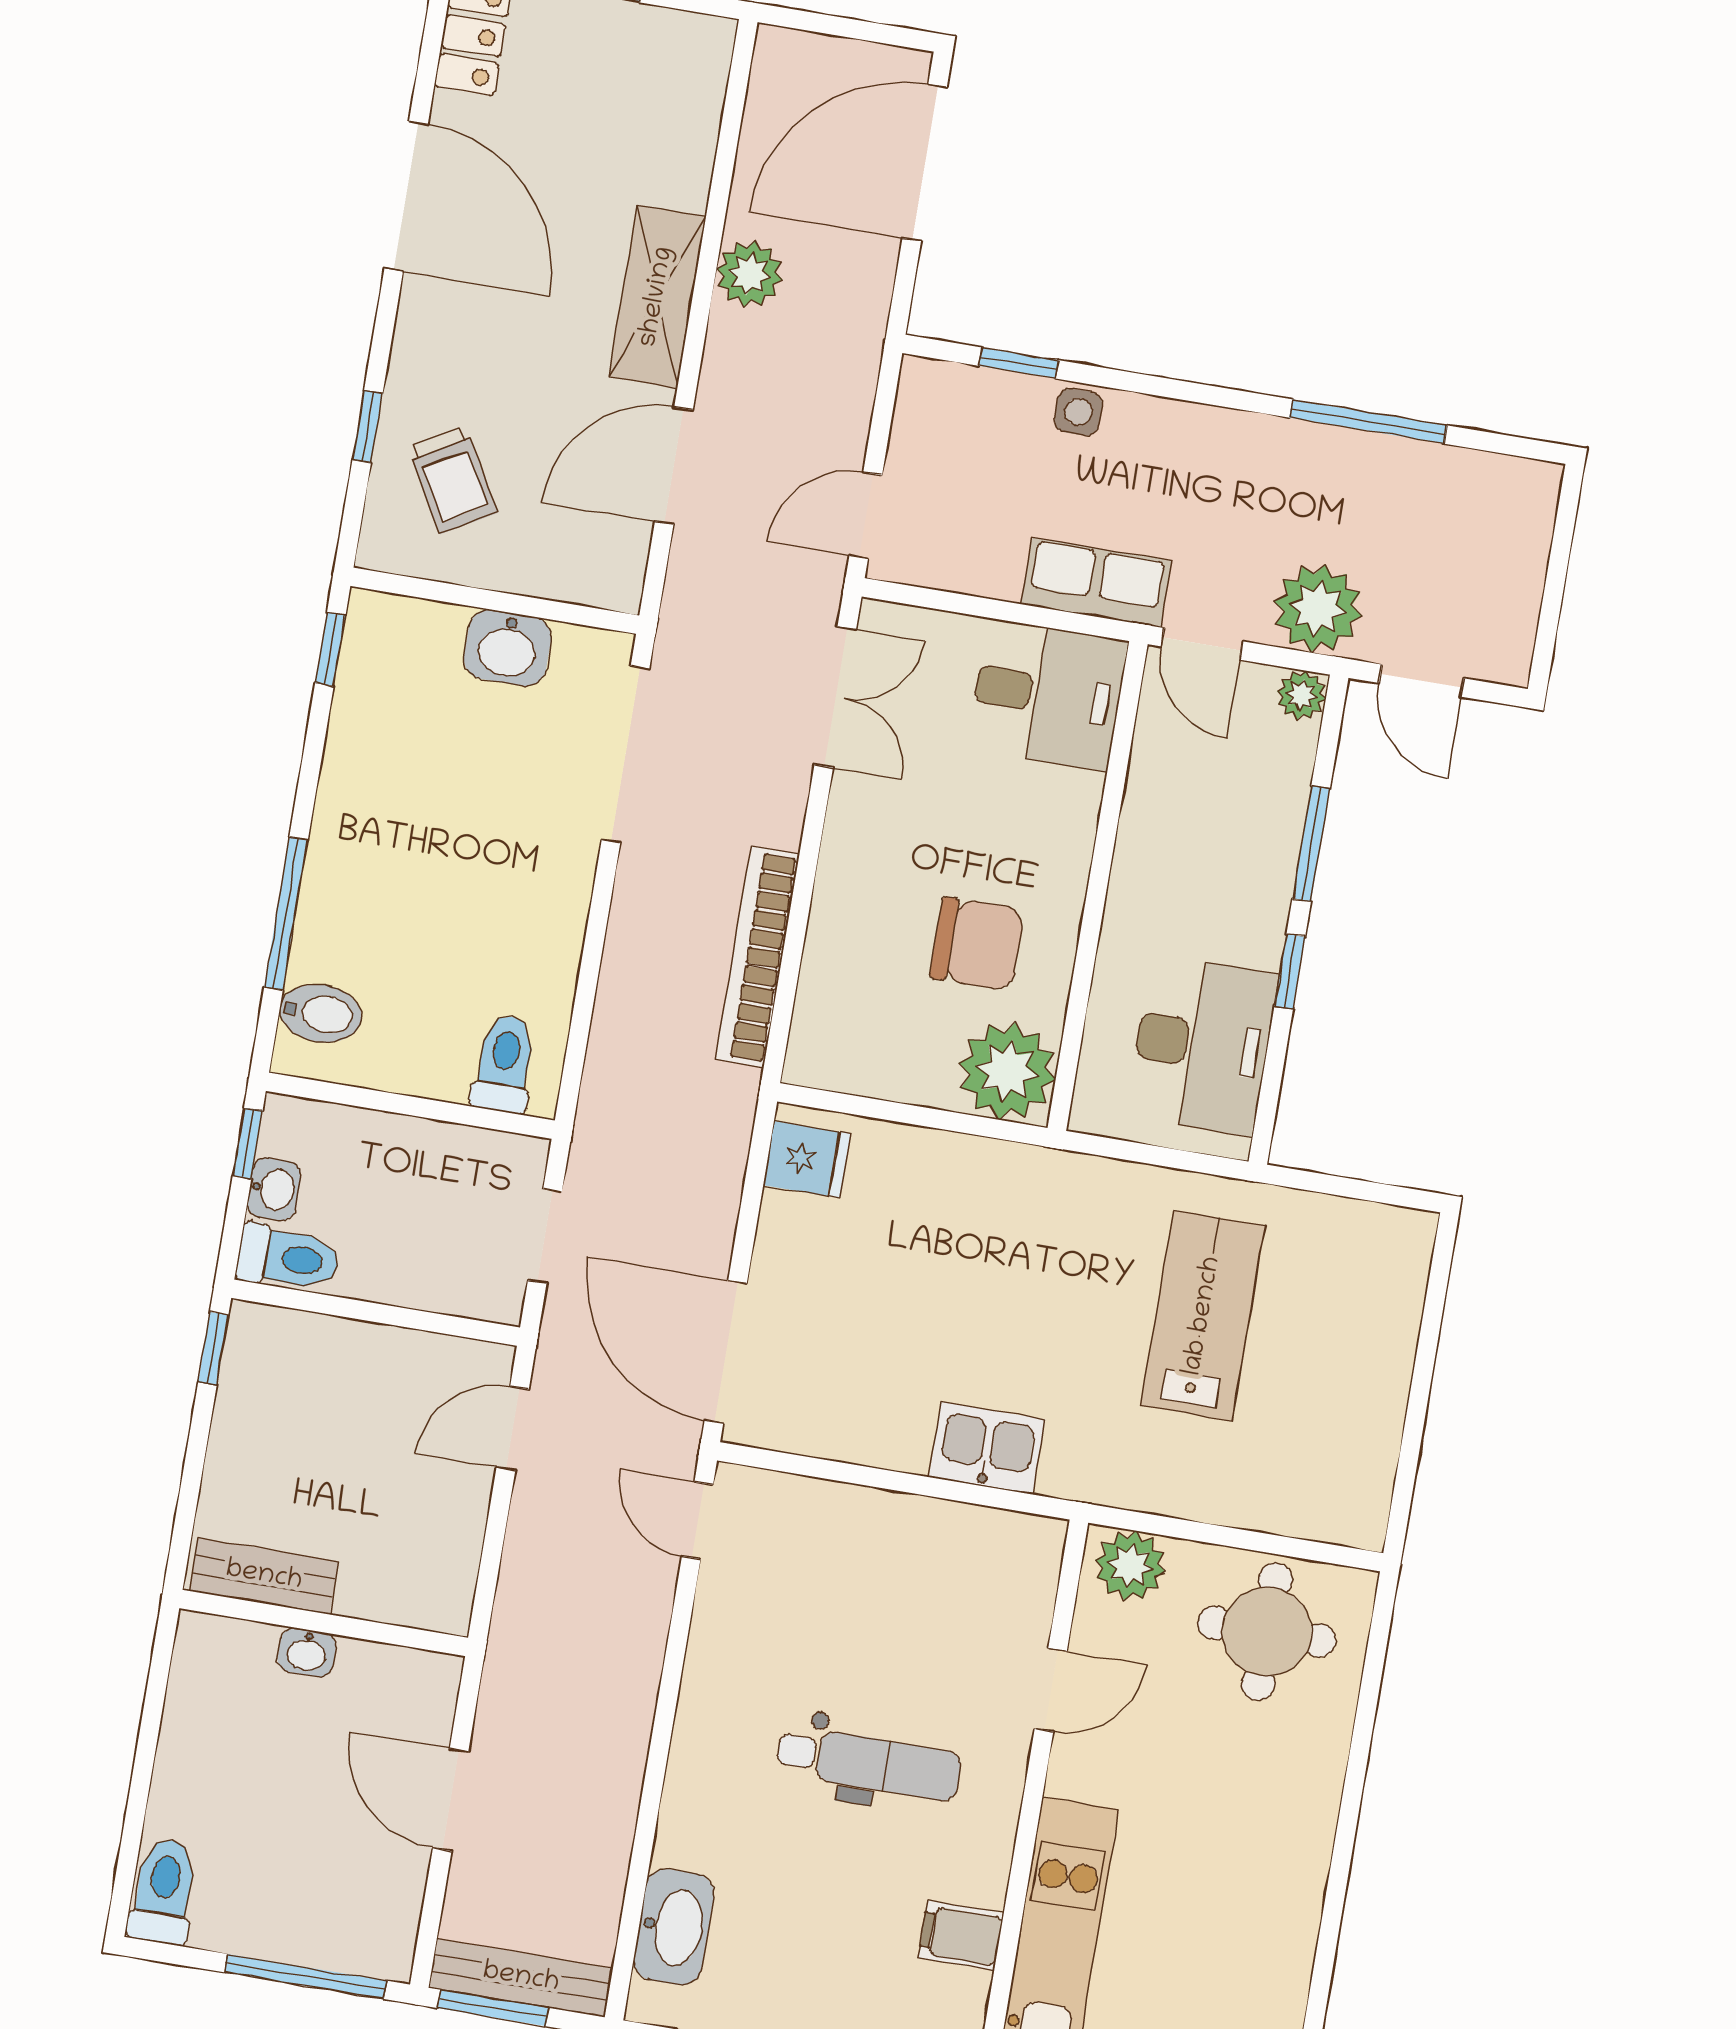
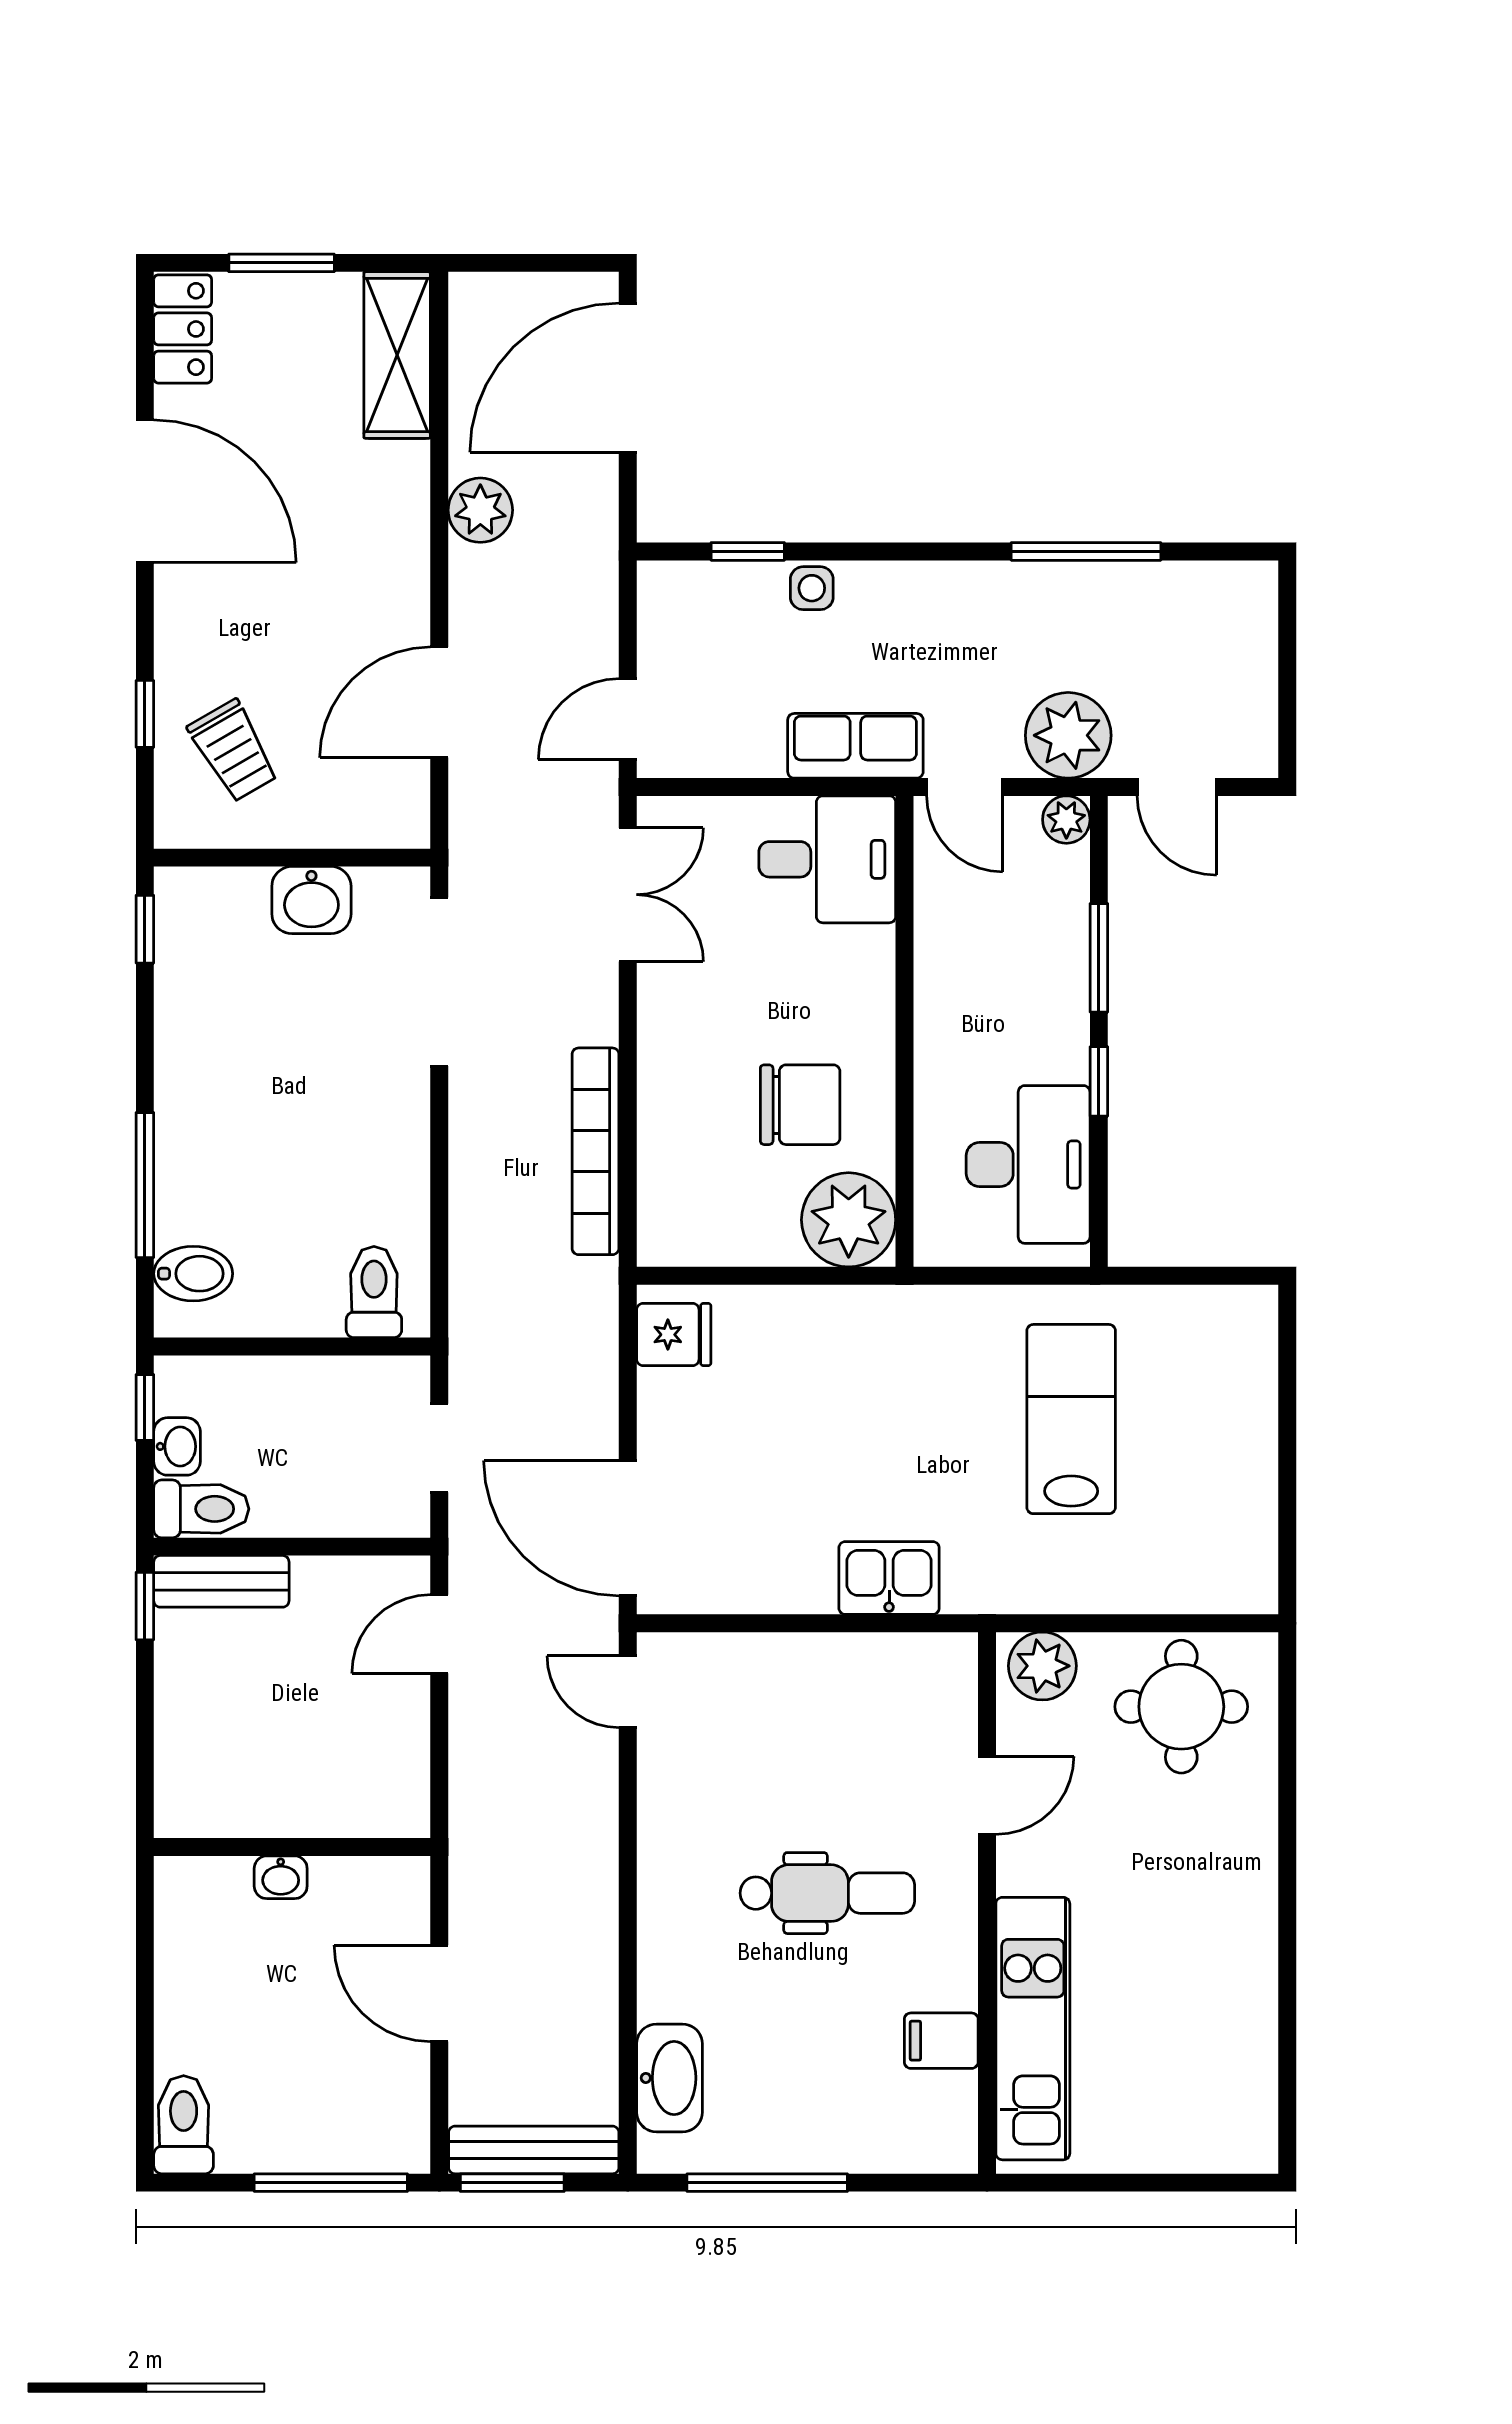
shelving: (657, 297) -> (397, 355), moved
bench: (264, 1576) -> (221, 1581), moved

